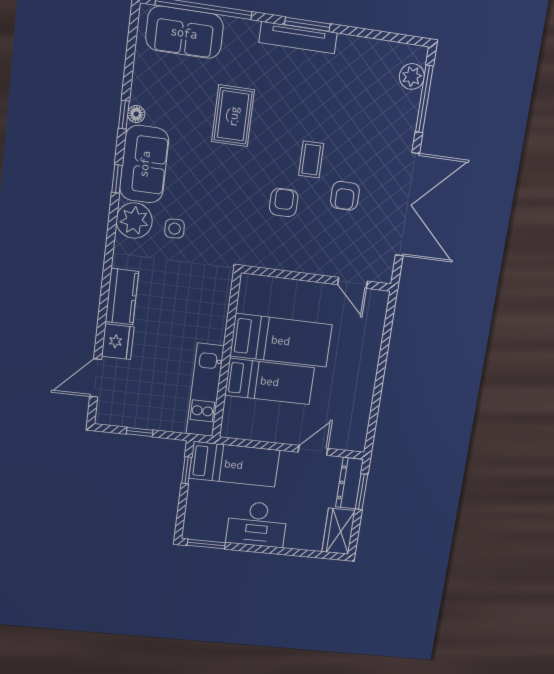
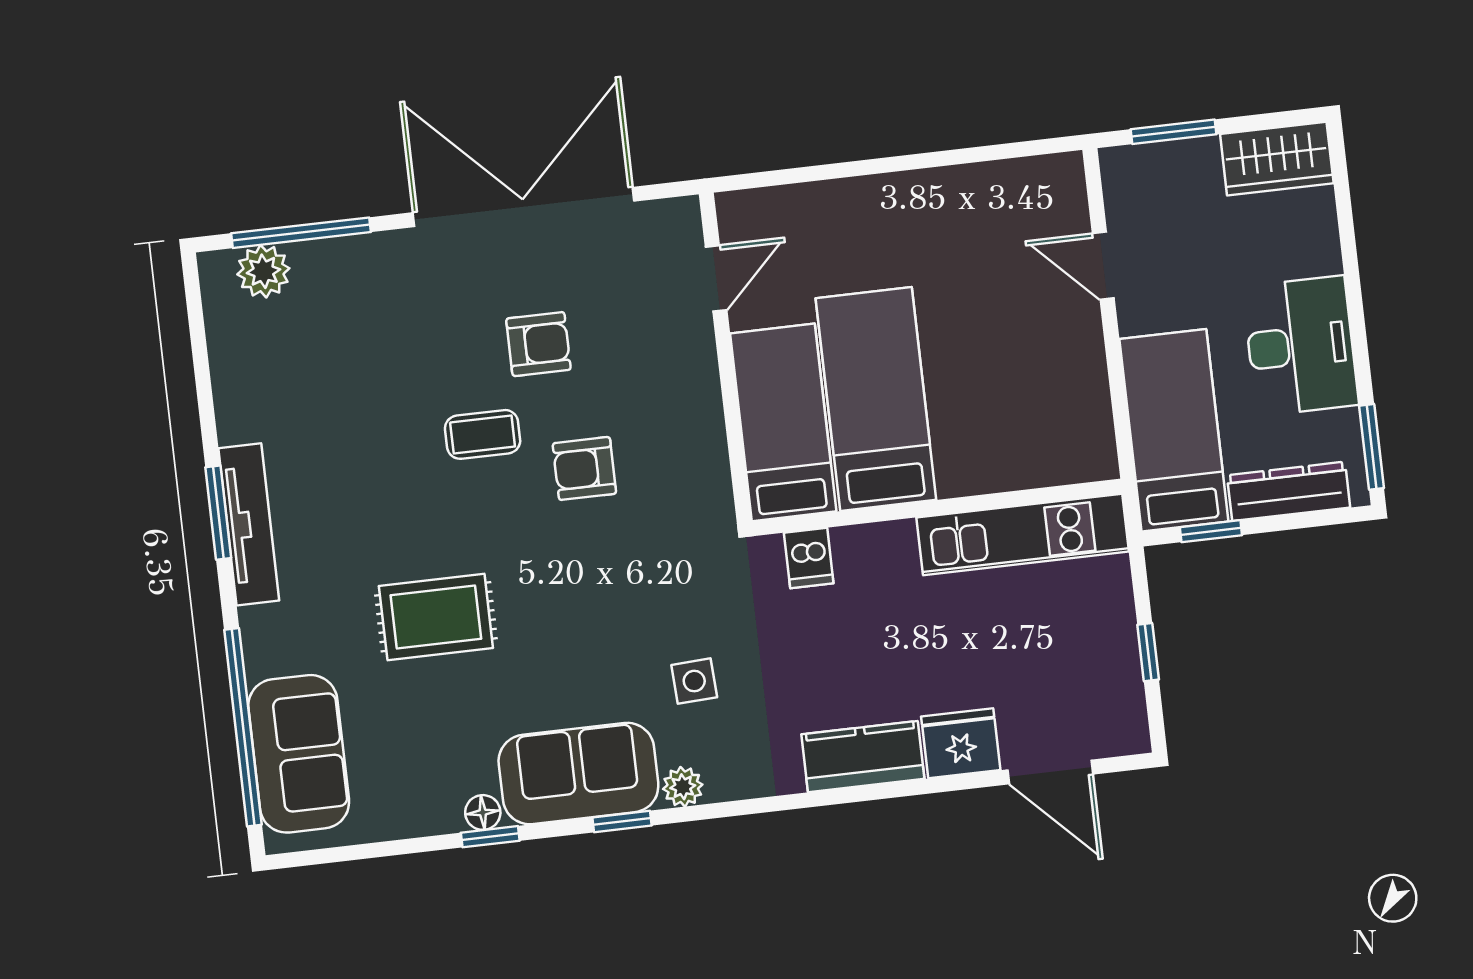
plant: (134, 221) -> (683, 787), width x0.53, depth x0.53
dishwasher: (218, 294) -> (809, 558), added
bed: (270, 381) -> (783, 422), moved
dresser: (349, 483) -> (1289, 491), moved, turned 180

